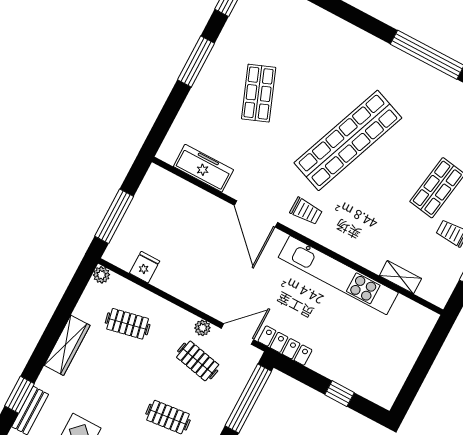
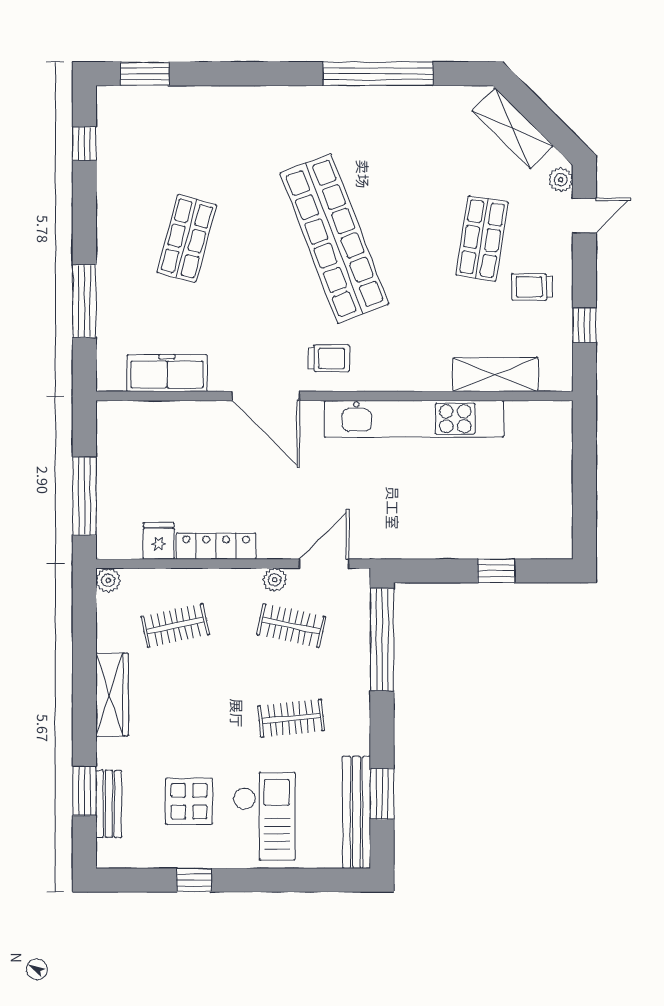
window: (196, 62) -> (84, 301), moved
shop shelf: (259, 93) -> (187, 238), turned 36
shop shelf: (348, 140) -> (334, 238), turned -42
shelving: (400, 277) -> (495, 375), width x1.50, depth x1.33
locker: (285, 346) -> (216, 546), moved

